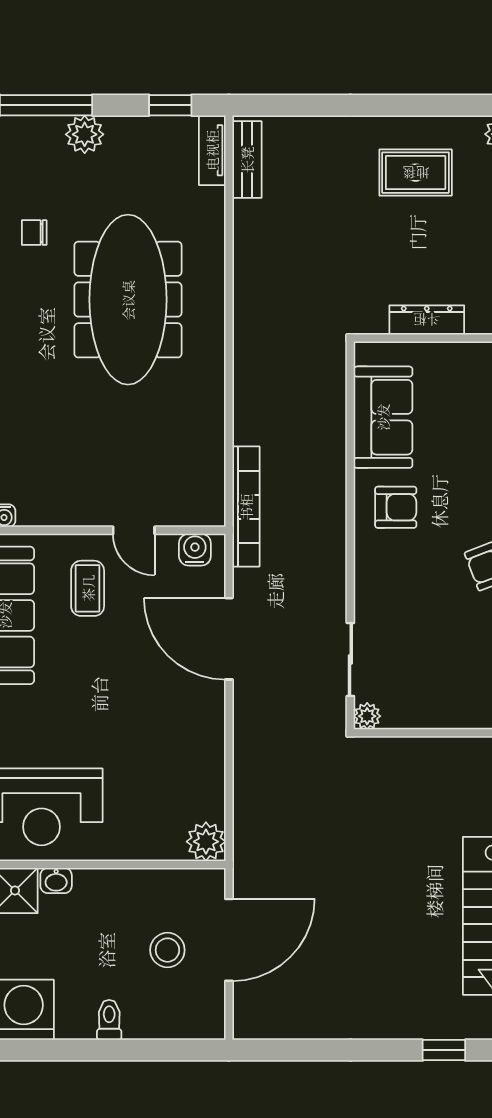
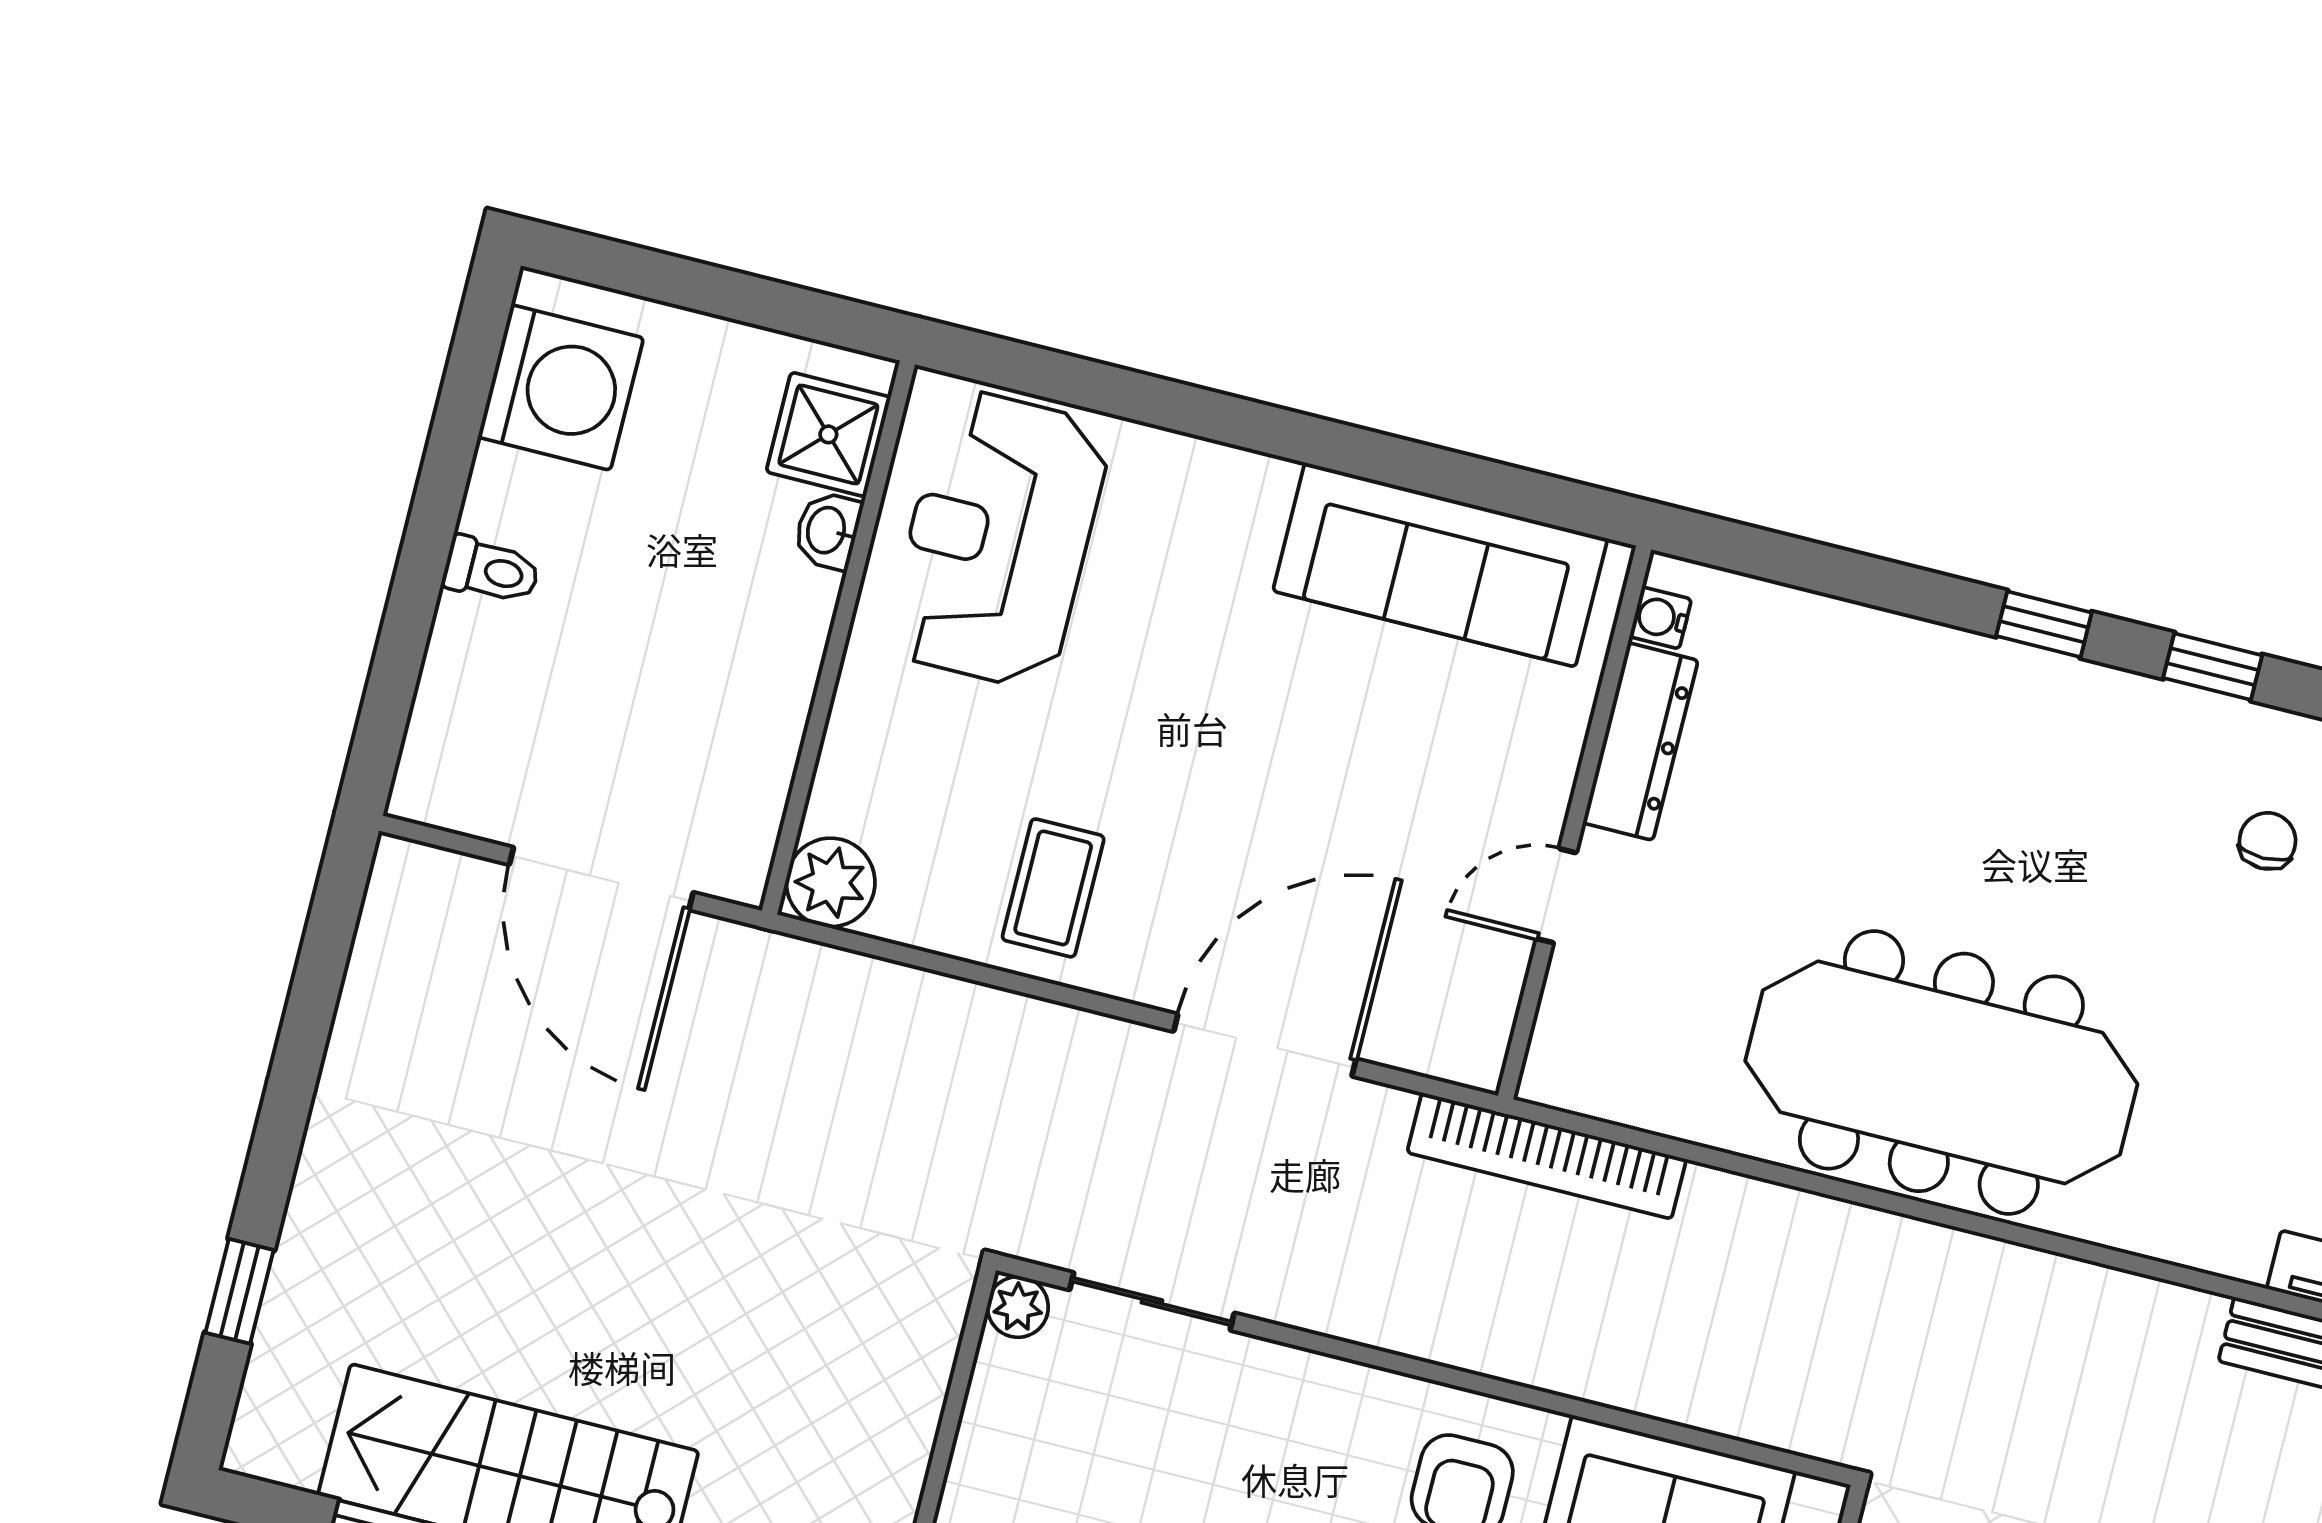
meeting table: (128, 300) -> (1941, 1072), moved
dresser: (59, 511) -> (1640, 742), added
water cooler: (195, 550) -> (1480, 1020), removed
coffee table: (88, 588) -> (1053, 888), moved, turned 90
stool: (167, 950) -> (613, 737), removed

